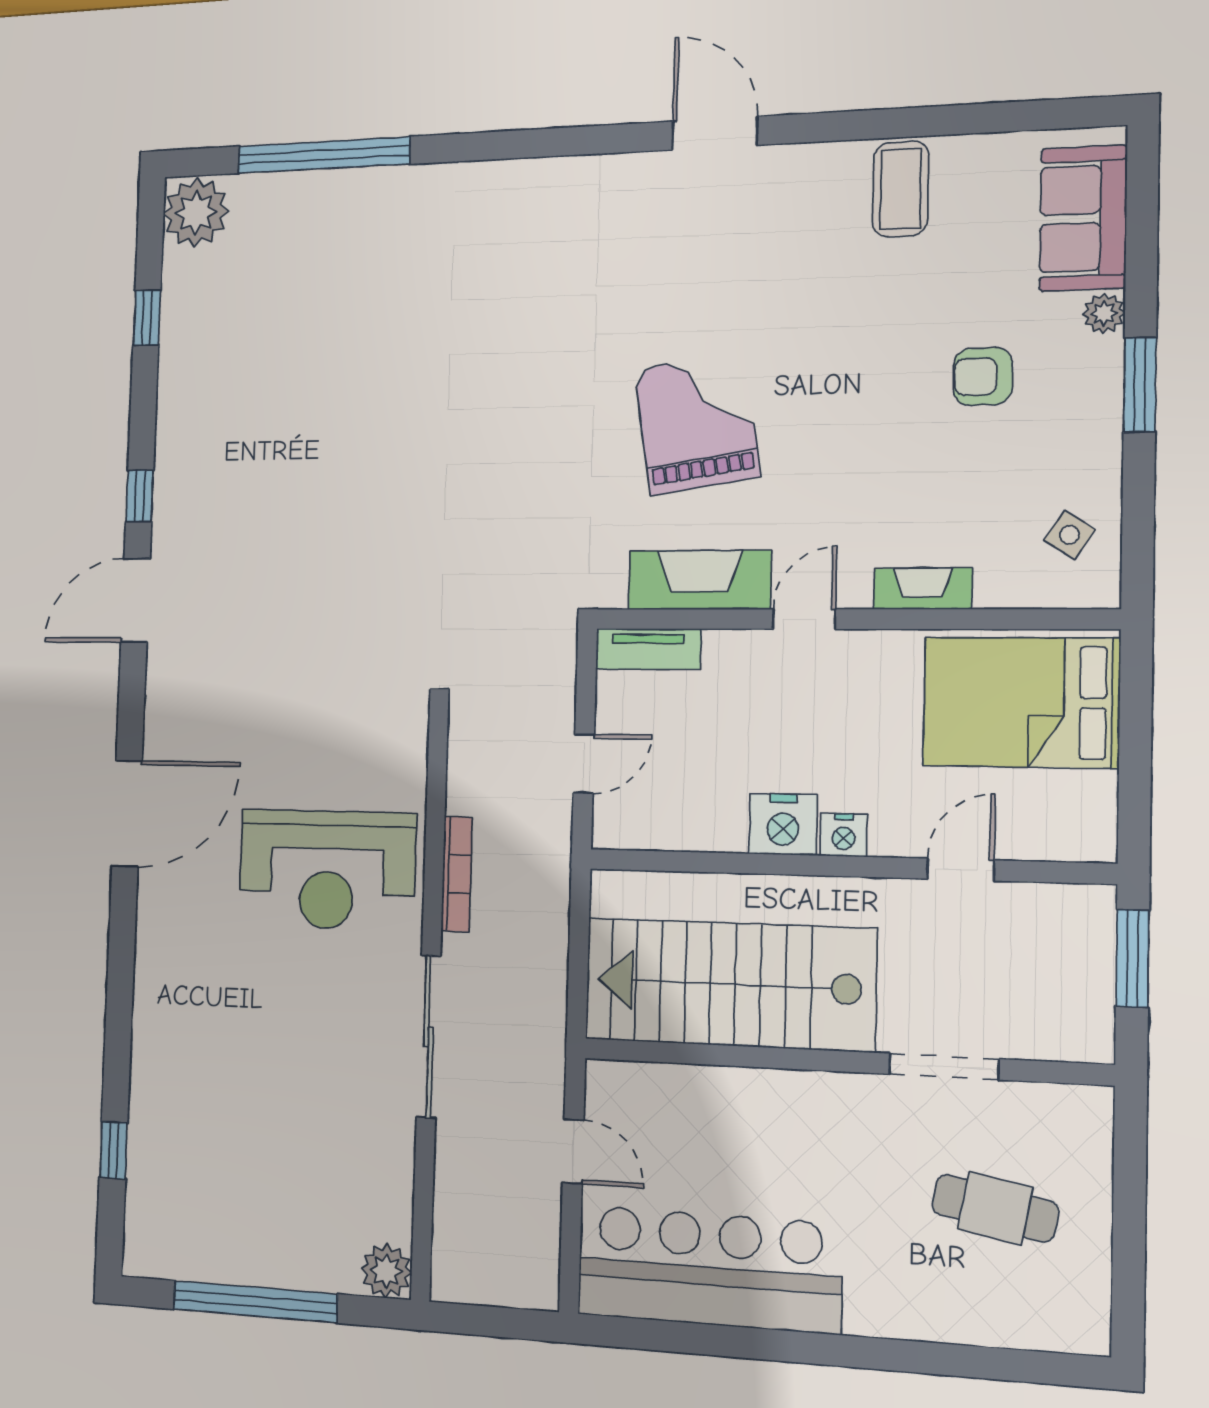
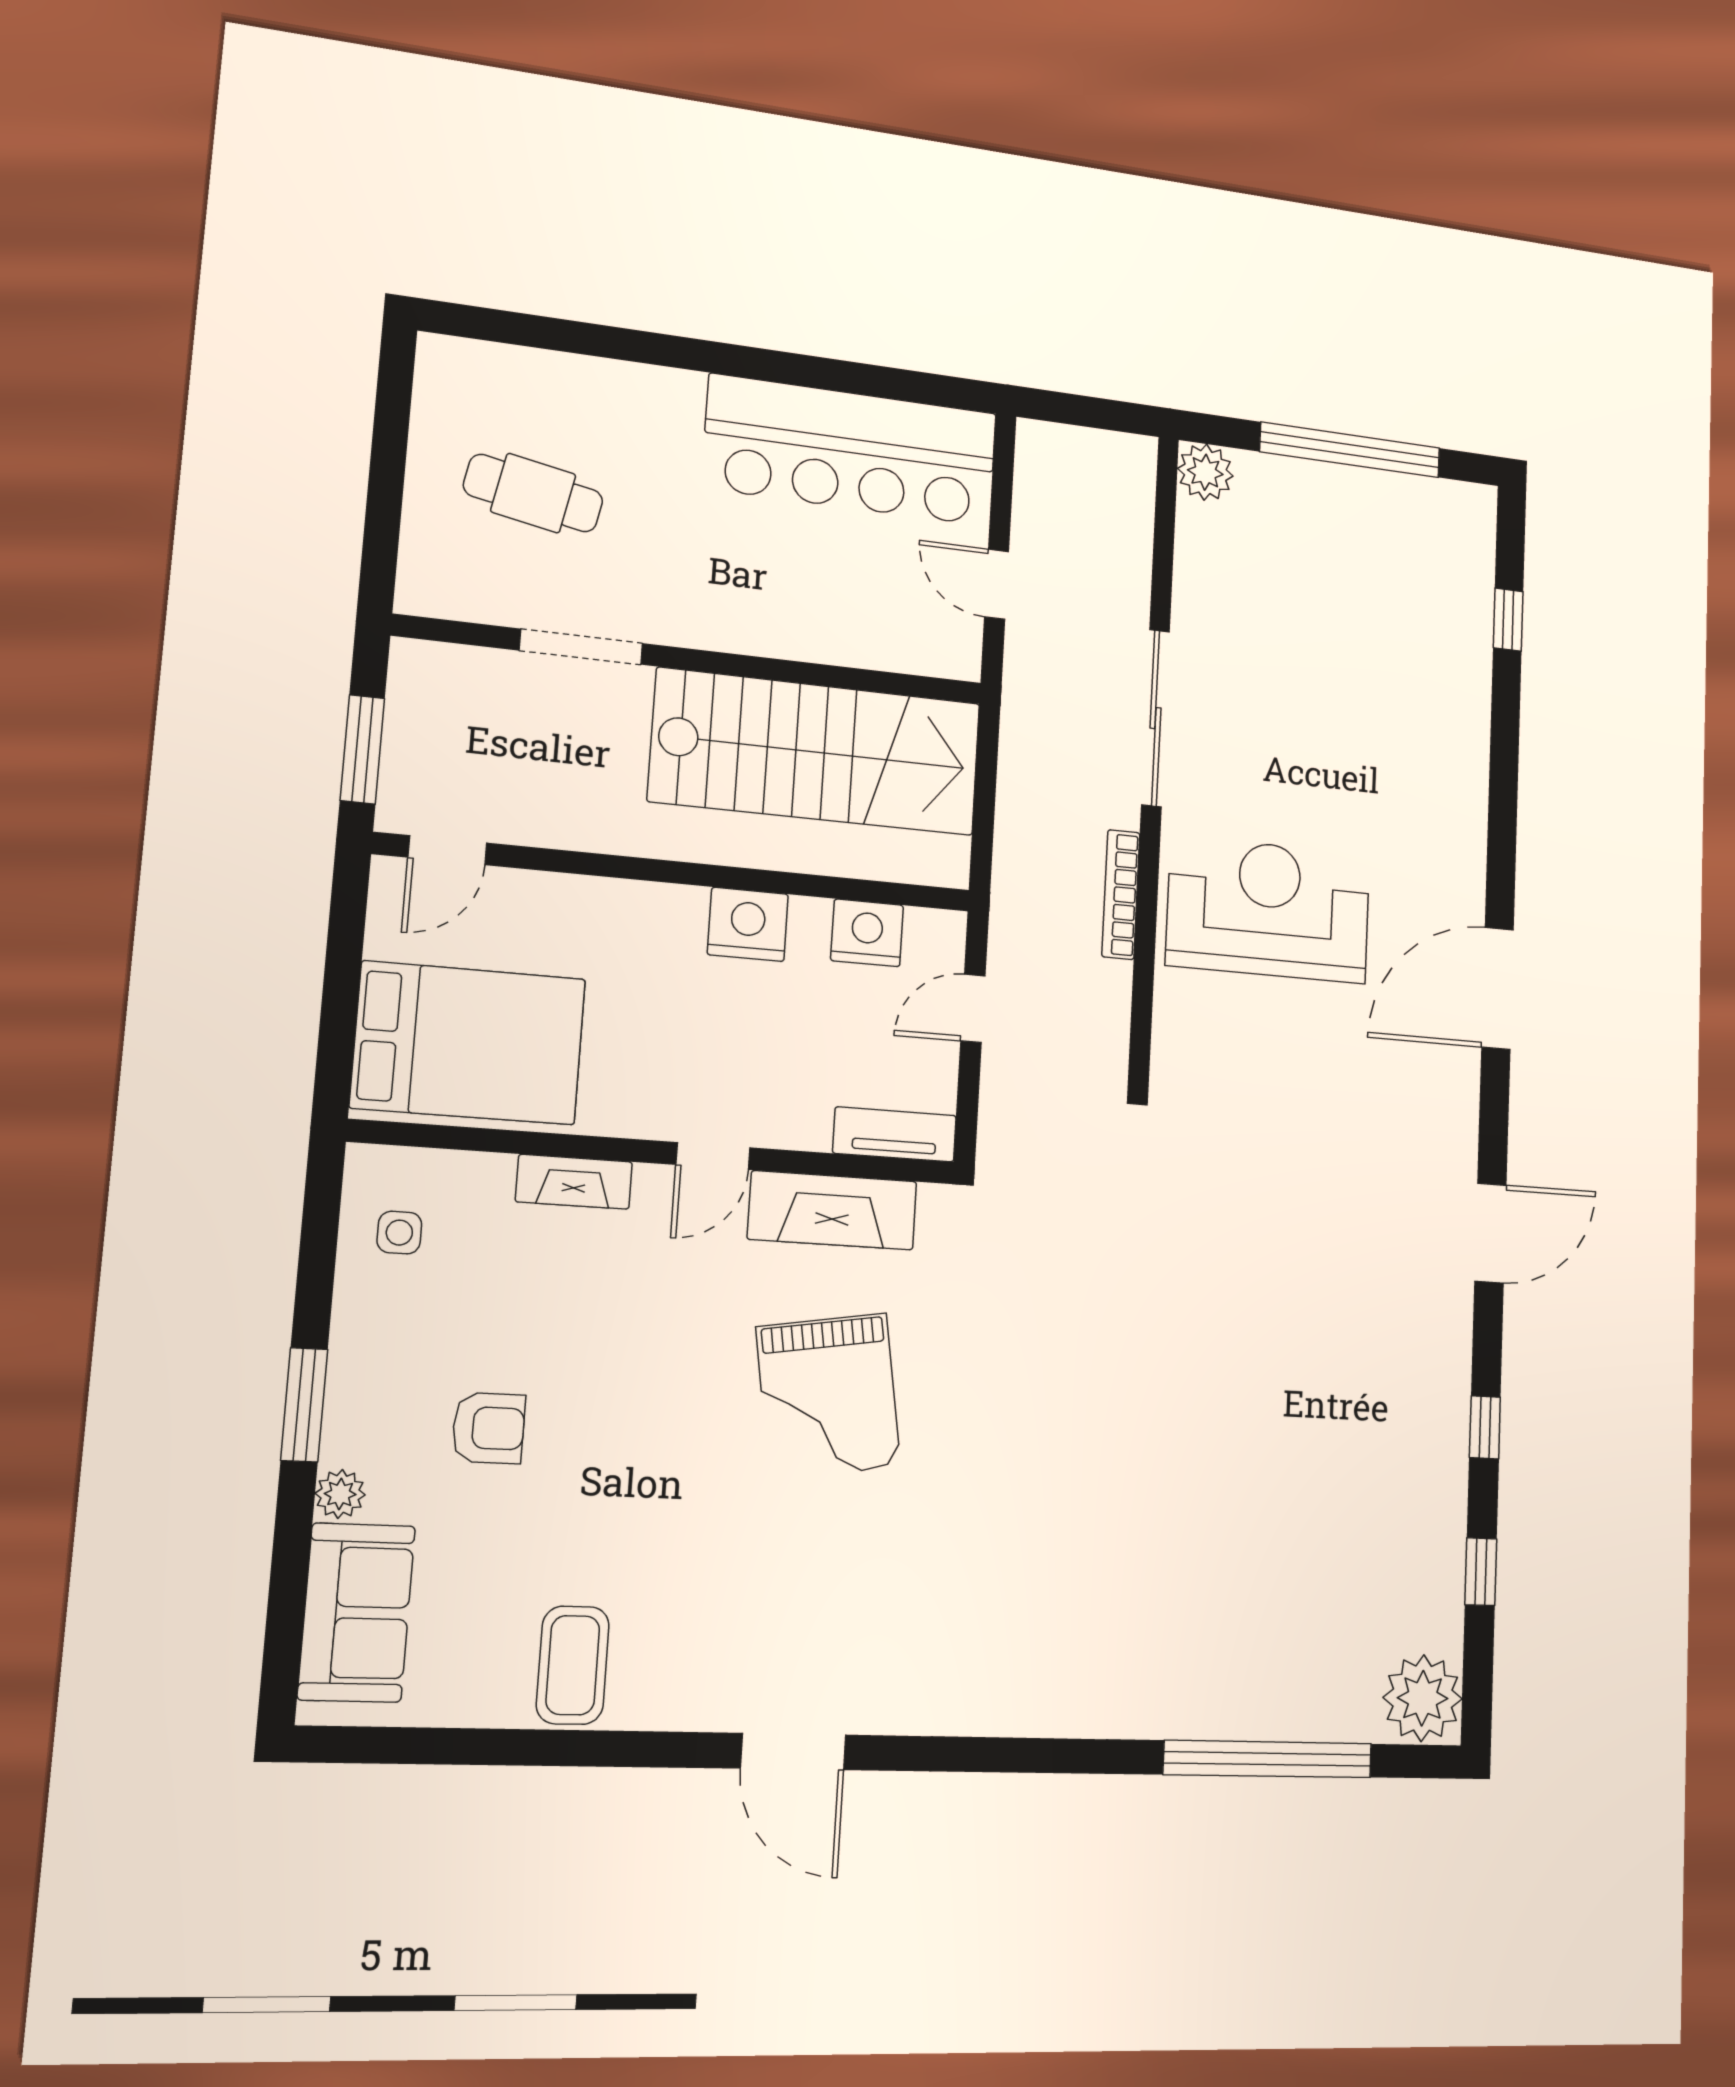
window: (140, 496) -> (1485, 1427), moved
side table: (1070, 535) -> (399, 1233), turned -33
nightstand: (844, 835) -> (867, 933), moved, width x1.36, depth x1.33
door: (960, 870) -> (447, 850), moved

